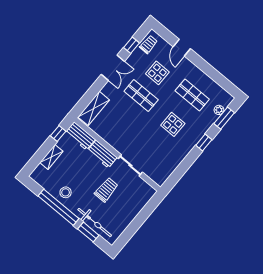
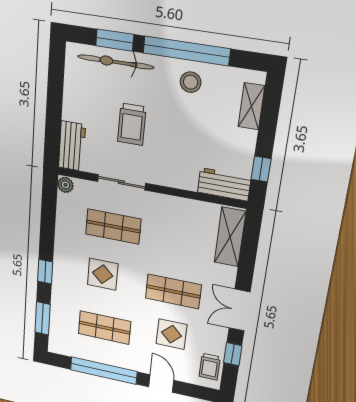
window: (210, 71) -> (104, 371), added
plant: (219, 110) -> (65, 185), moved
shop shelf: (150, 146) -> (113, 227), added
workbench: (102, 154) -> (72, 146), moved, turned 90
shelving: (51, 157) -> (251, 106), moved

